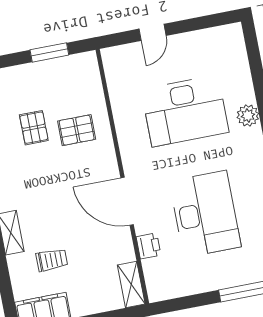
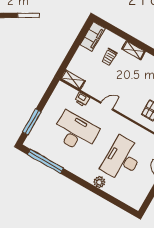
door: (127, 201) -> (107, 106), width x0.53
desk: (205, 214) -> (75, 132), turned 180

